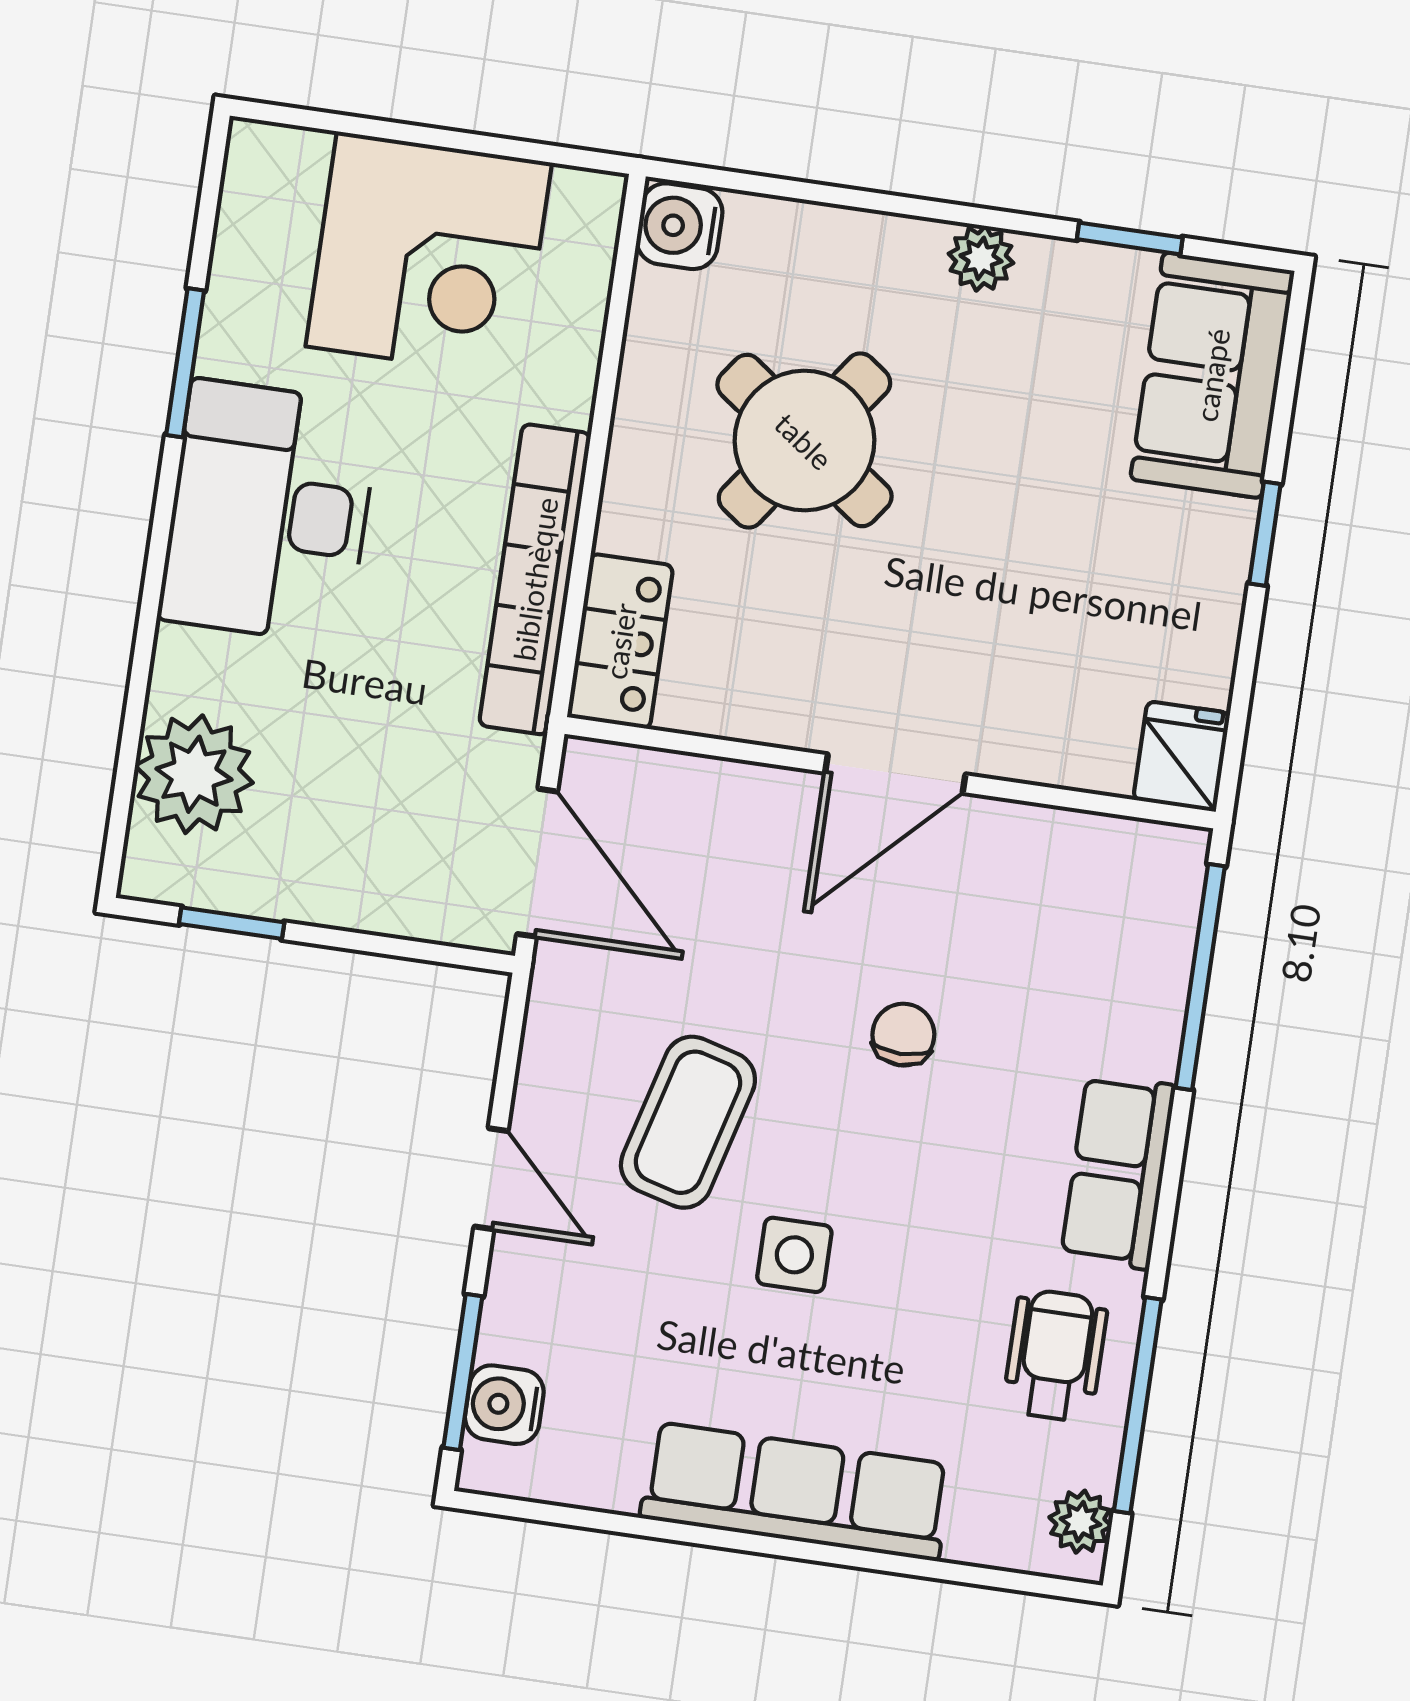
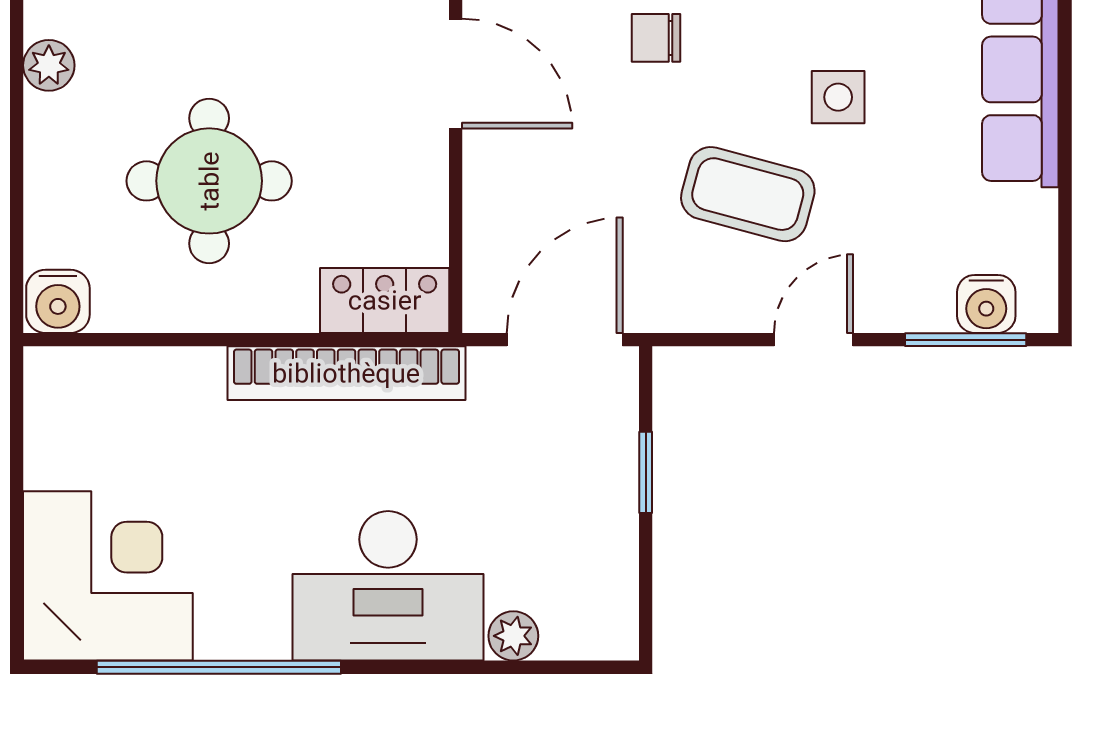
corner desk: (429, 255) -> (108, 576), moved
window: (185, 363) -> (219, 667), width x2.11
round table: (804, 441) -> (209, 181), turned -36
desk: (269, 512) -> (388, 586), moved
plant: (194, 774) -> (513, 636), width x0.53, depth x0.53
window: (232, 923) -> (646, 472), moved

